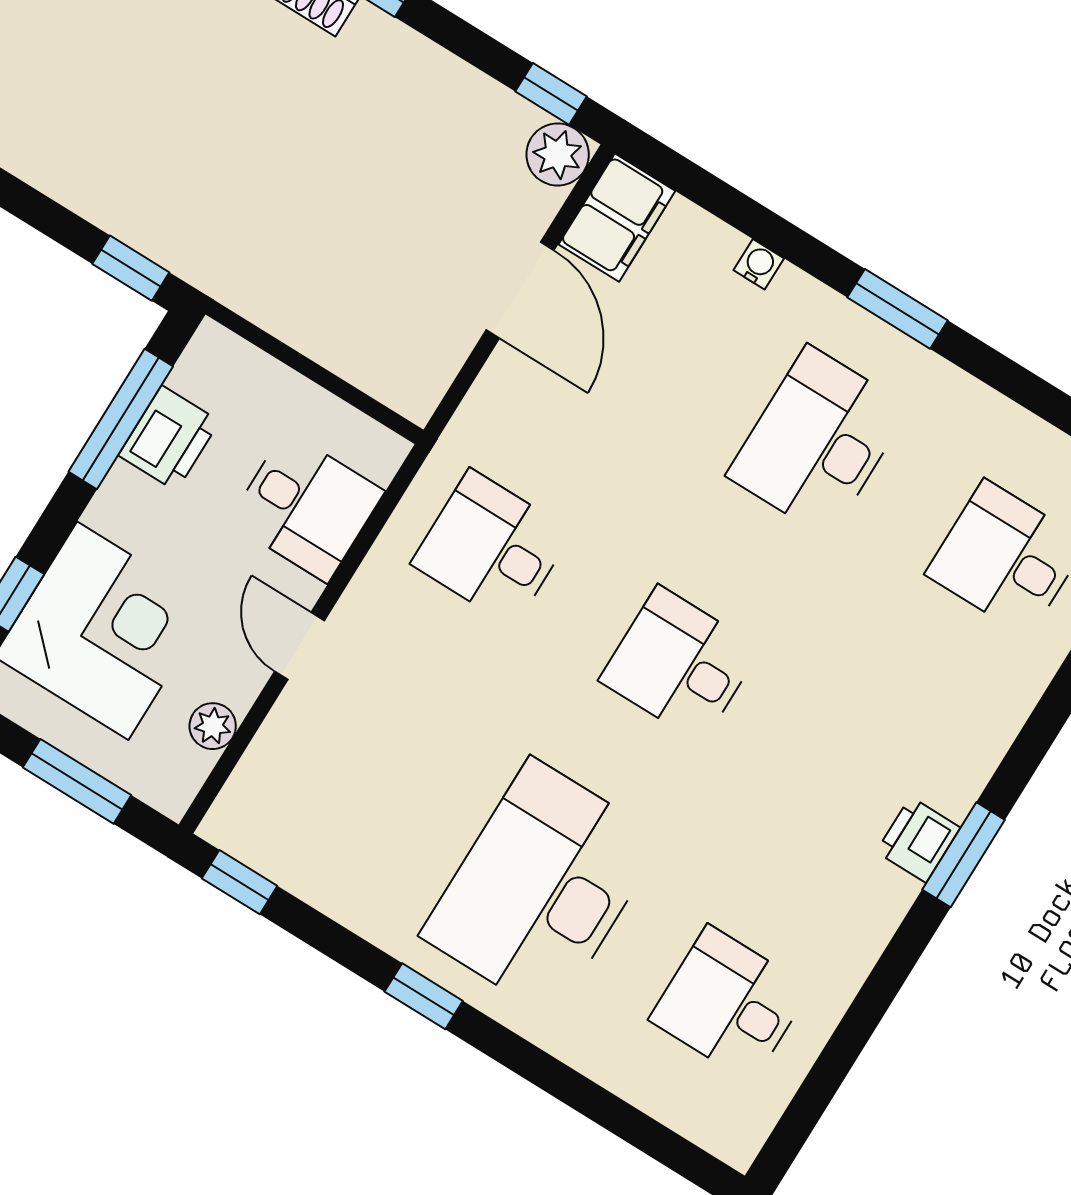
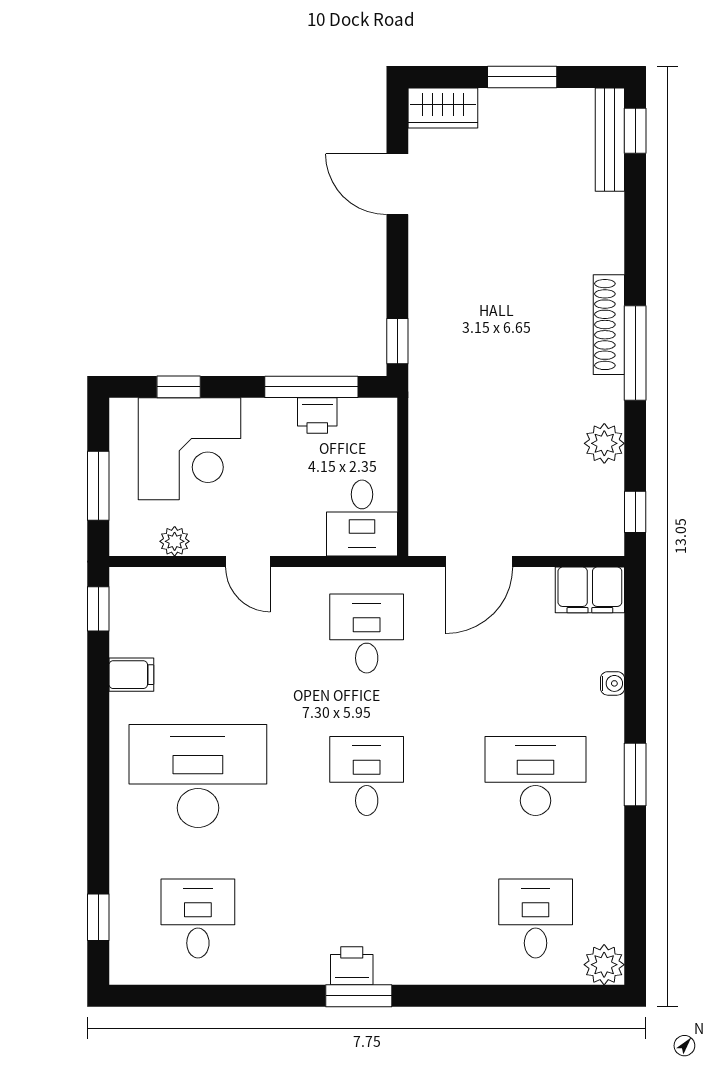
plant: (558, 155) -> (604, 443), moved
door: (520, 290) -> (479, 562), moved
printer: (169, 438) -> (317, 415), width x0.73, depth x0.81
desk: (306, 507) -> (362, 518), moved
door: (299, 646) -> (248, 562), swing flipped
filing cabinet: (353, 892) -> (131, 675), added
window: (424, 996) -> (98, 917), moved

